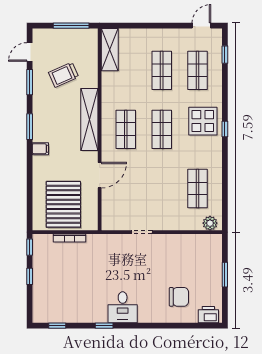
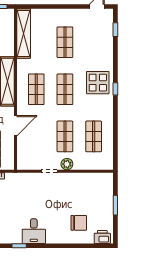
shelving: (110, 50) -> (24, 33), width x1.47
shop shelf: (198, 70) -> (65, 136), moved
plant: (210, 223) -> (67, 164), moved

